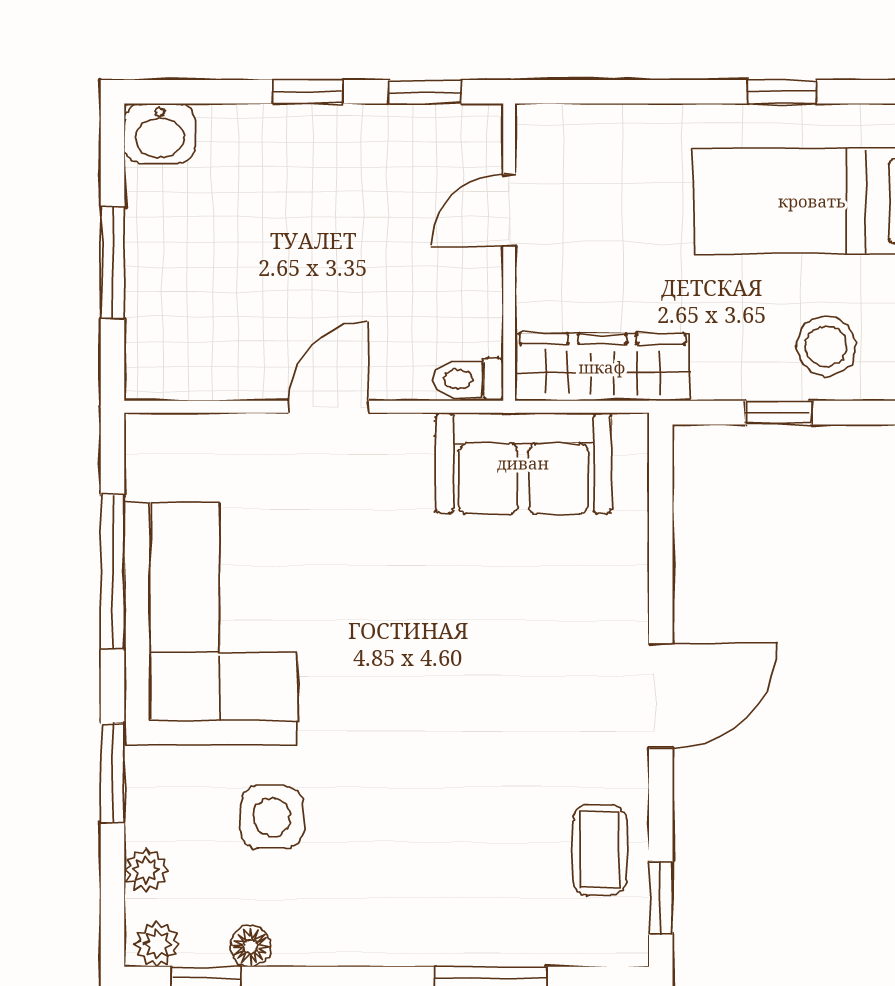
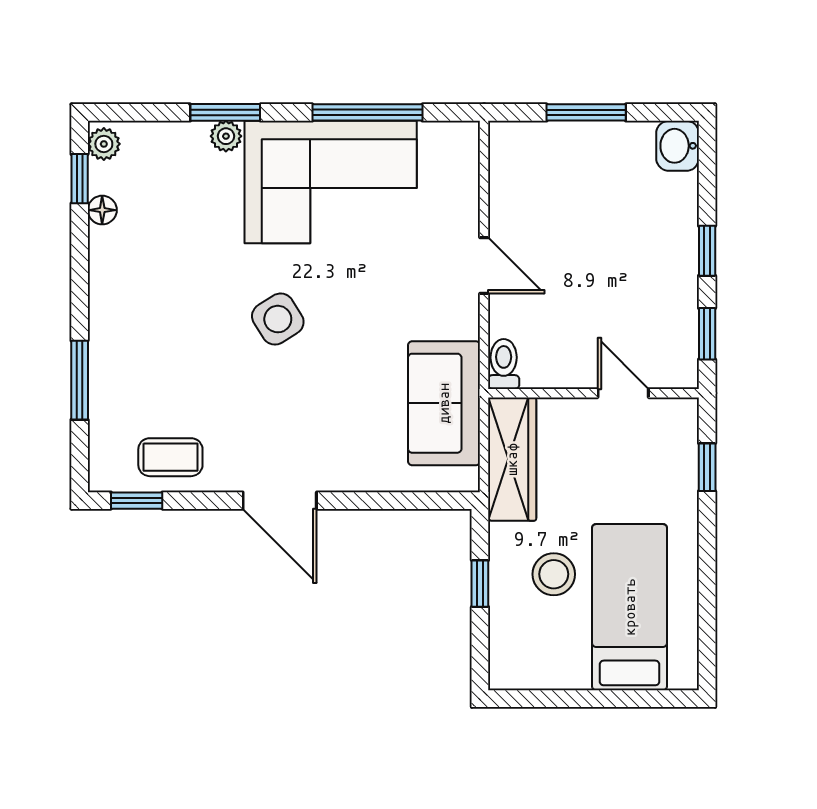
window: (782, 92) -> (707, 467), moved
stool: (826, 346) -> (554, 574), moved
side table: (272, 817) -> (278, 319), moved, turned -32
plant: (146, 870) -> (226, 136), moved

